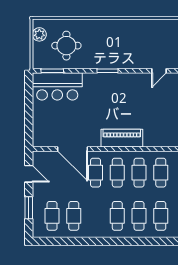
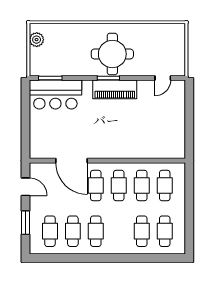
round table: (66, 46) -> (112, 54), moved, width x1.36, depth x1.36
piano: (122, 138) -> (115, 89), moved, turned 180
cafe table: (117, 216) -> (96, 231), moved

